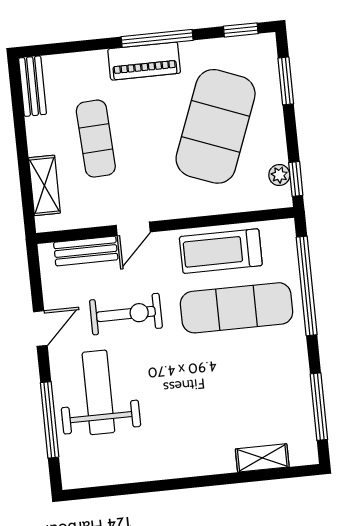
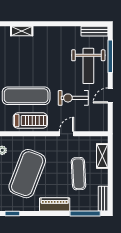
window: (157, 38) -> (85, 213), moved
bench: (86, 251) -> (95, 31), moved

